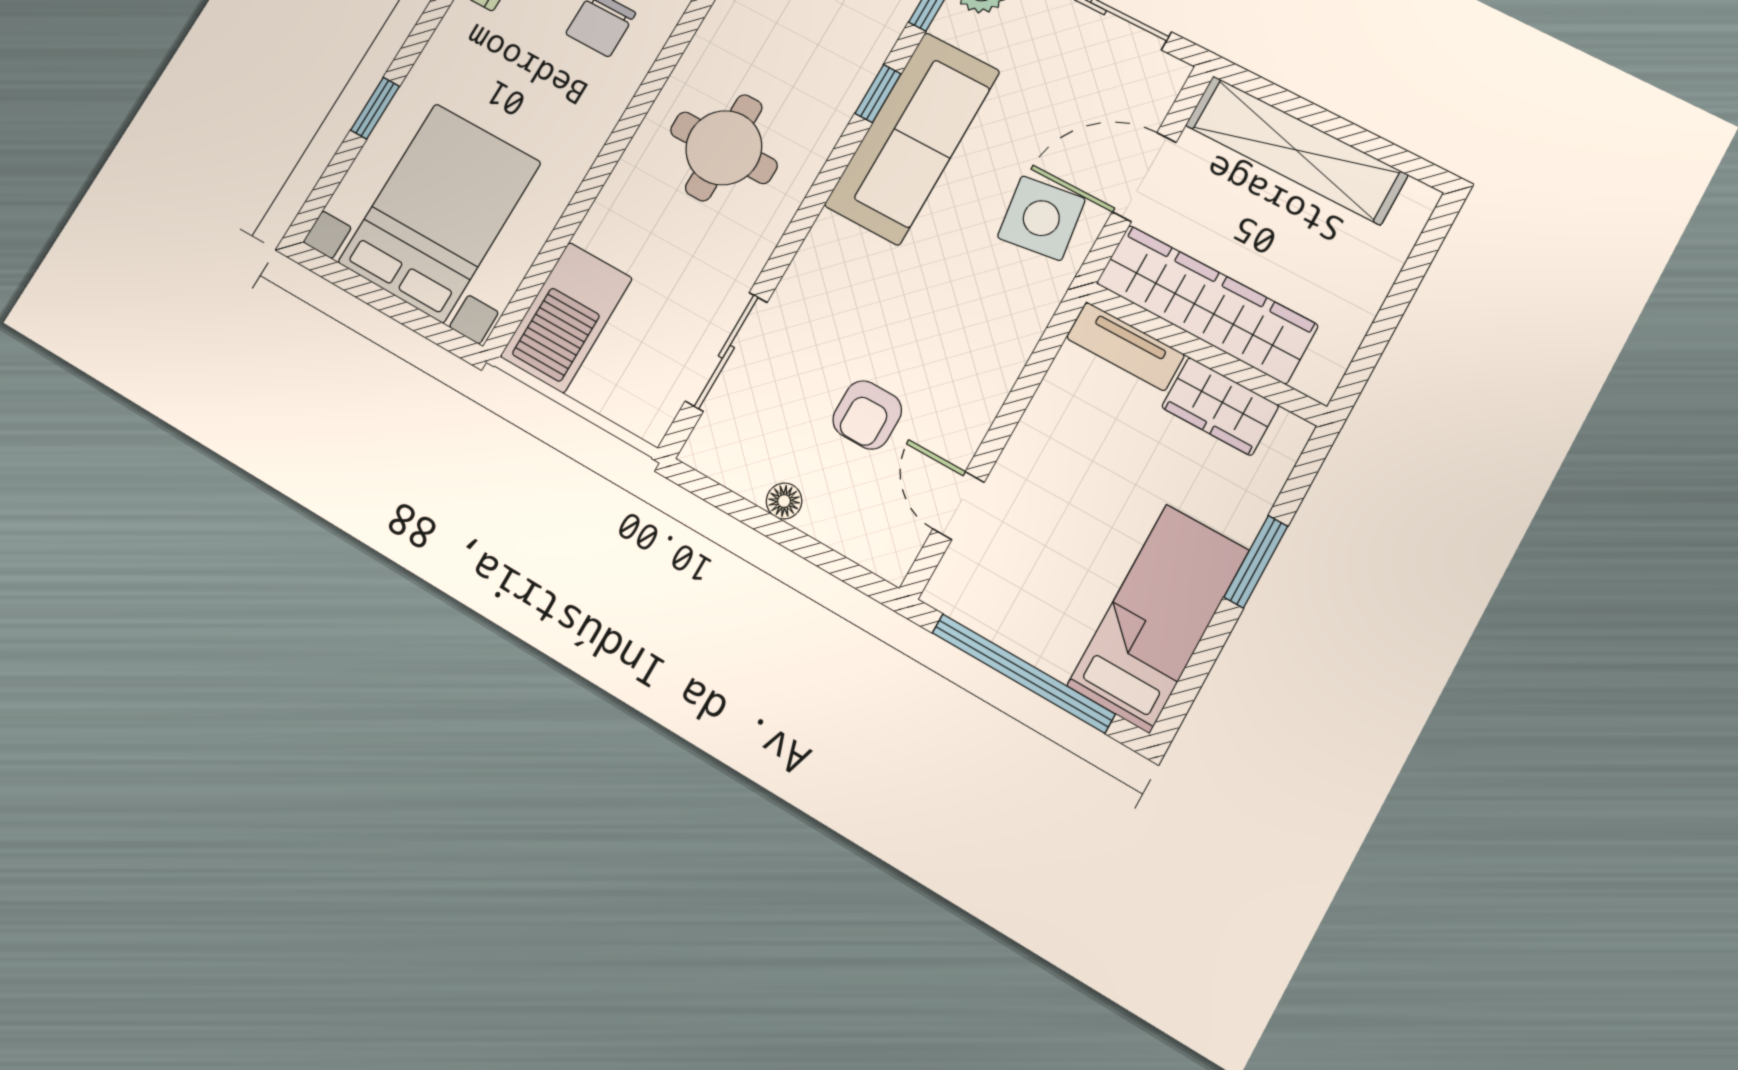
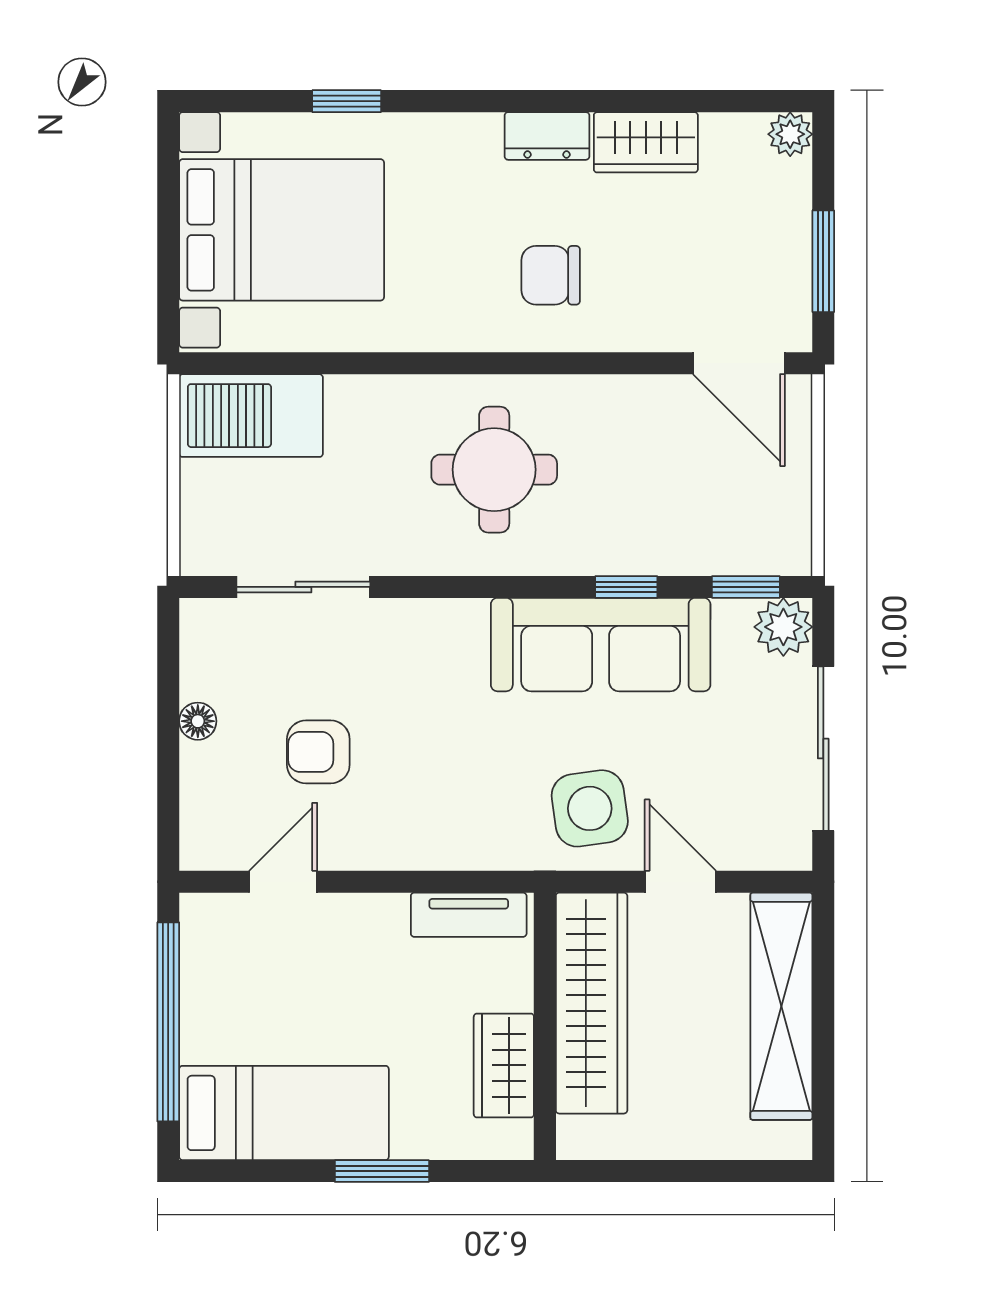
door: (1144, 177) -> (680, 882), width x0.73
tv unit: (1125, 346) -> (469, 915), moved, turned -90

